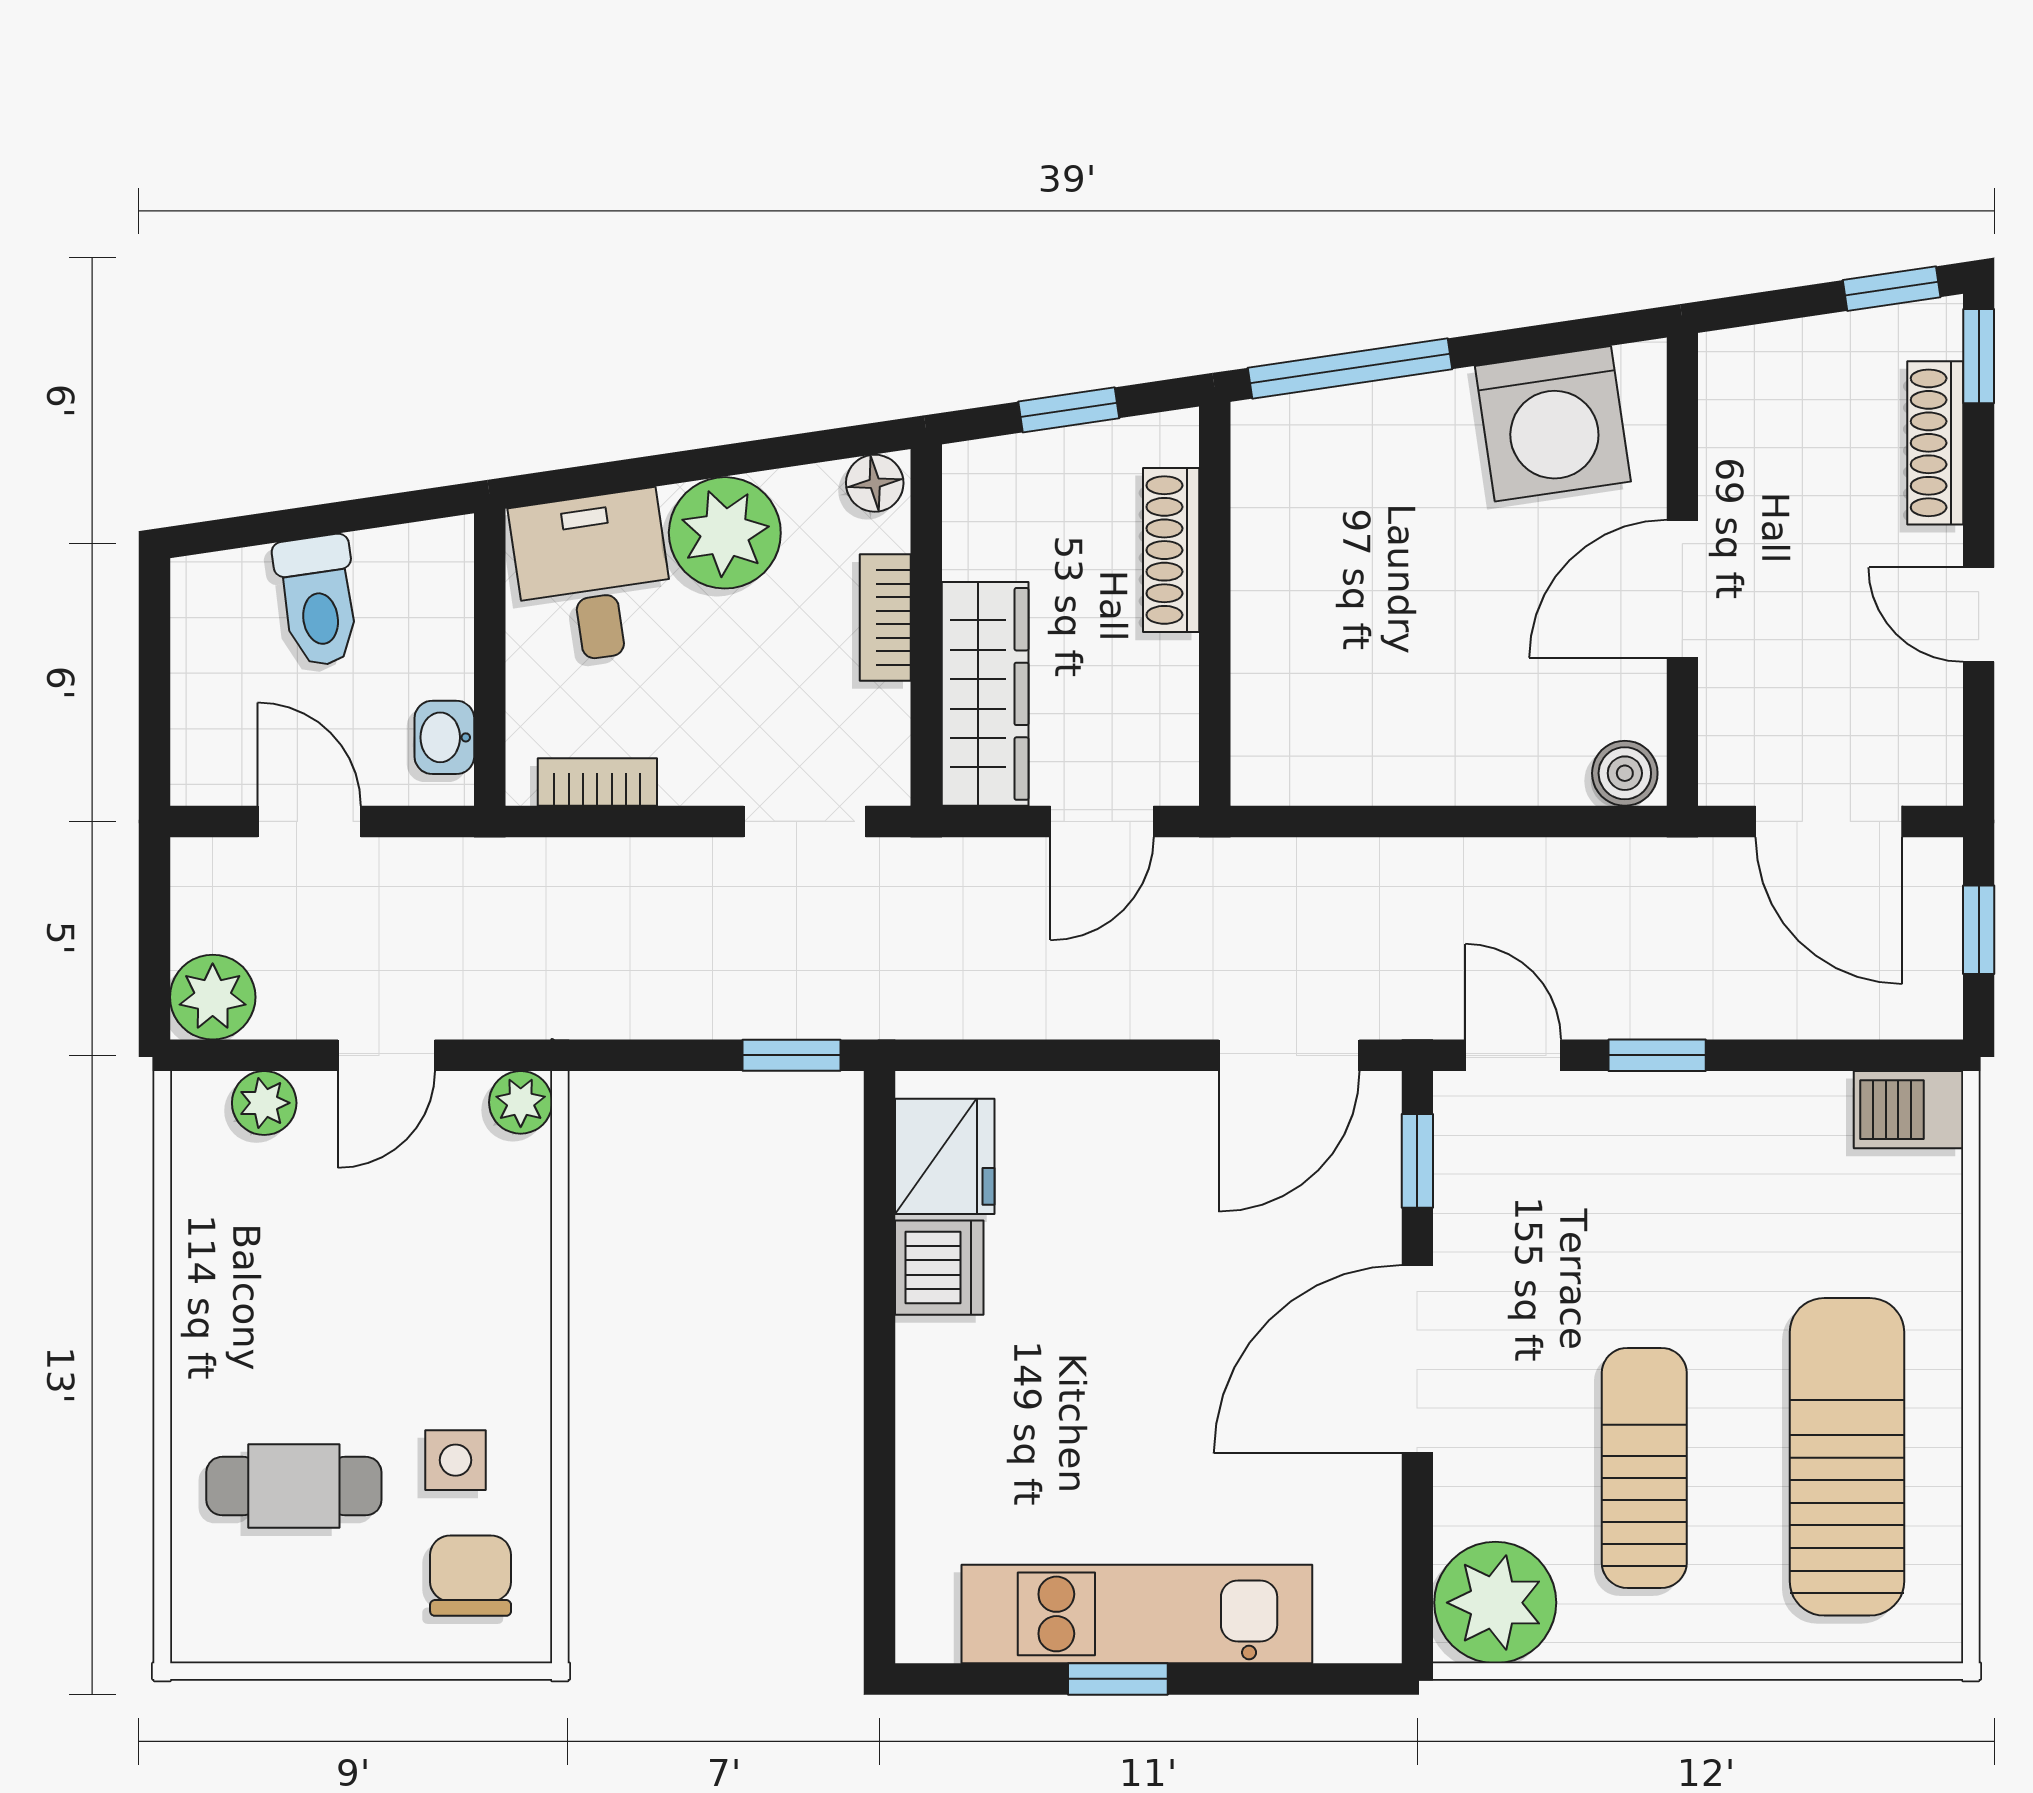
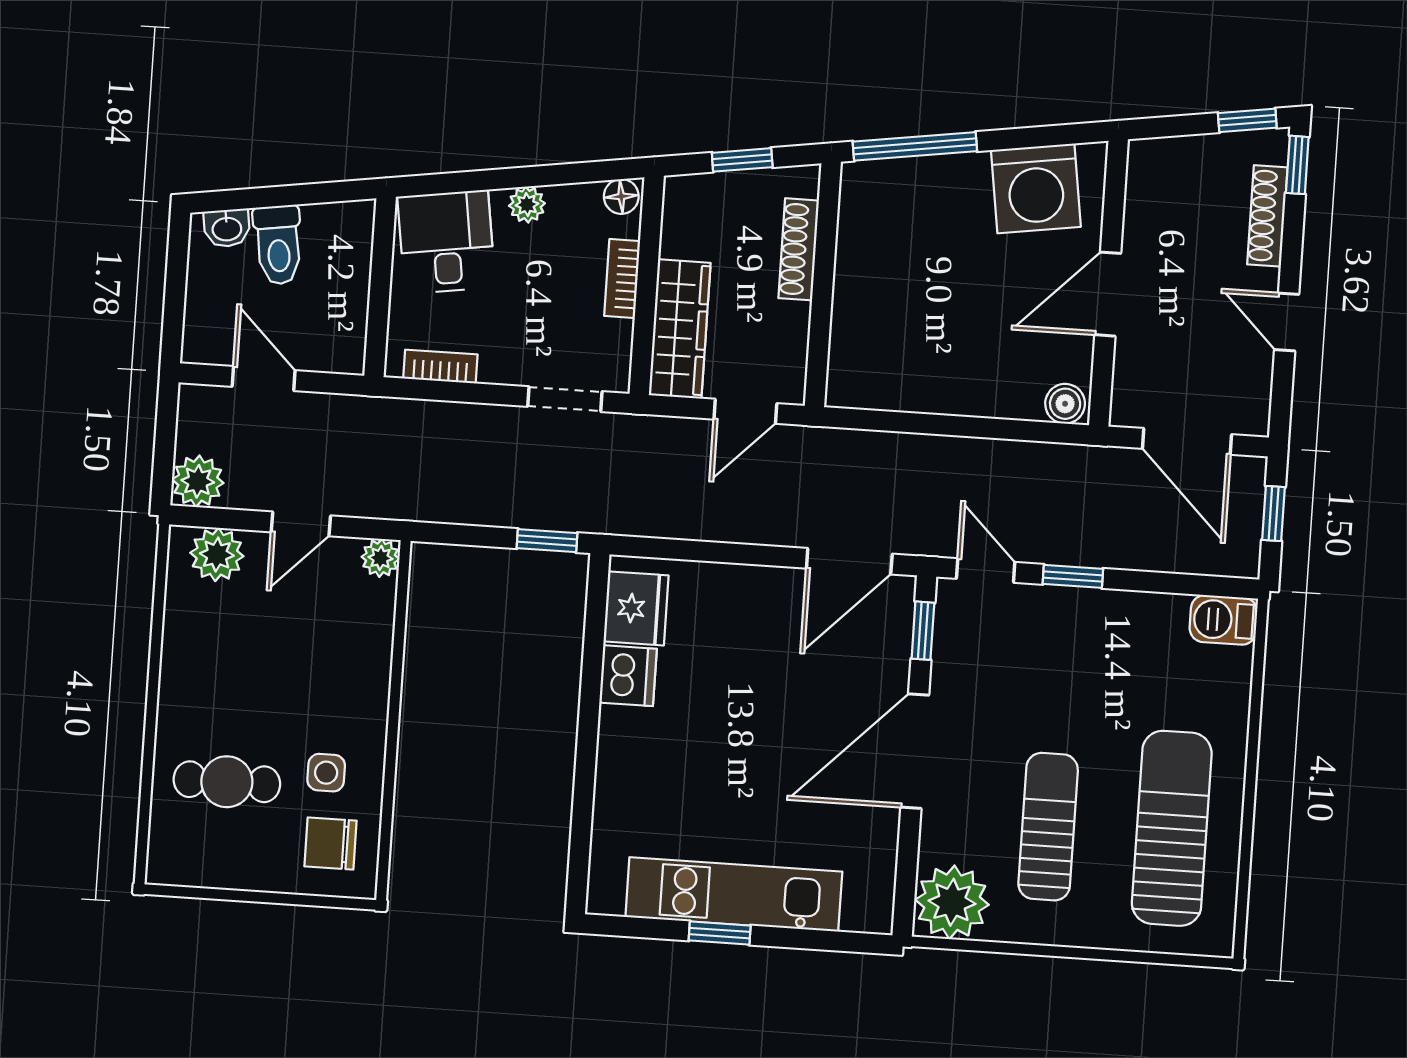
plant: (725, 533) -> (527, 205), width x0.53, depth x0.53
washbasin: (444, 737) -> (227, 228), moved, turned -98
plant: (264, 1103) -> (217, 555), width x1.38, depth x1.38
chair: (471, 1576) -> (330, 843), turned -90

